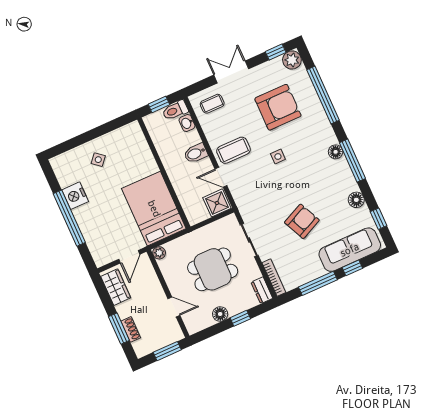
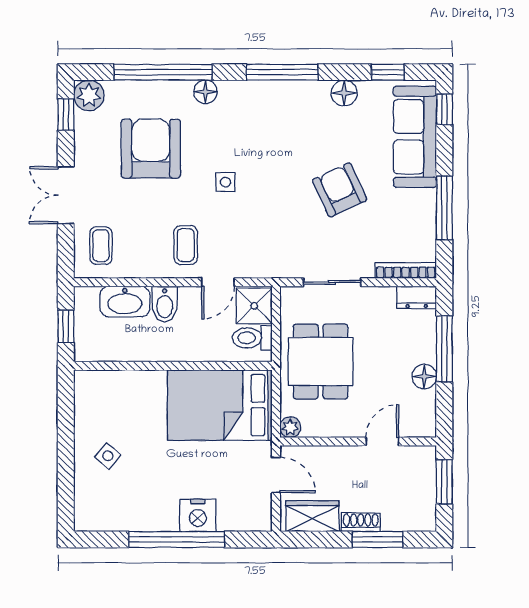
toilet: (175, 110) -> (252, 338), moved, turned 90
washbasin: (187, 123) -> (125, 302), width x1.91, depth x1.45
coffee table: (233, 150) -> (186, 245), width x0.73, depth x0.77
floor lamp: (336, 152) -> (205, 92), moved
nightstand: (75, 196) -> (198, 515), moved
window: (352, 268) -> (444, 109), moved
dining table: (213, 269) -> (321, 361), moved
window: (240, 318) -> (444, 349), width x2.17
shoe rack: (131, 329) -> (361, 522), moved

